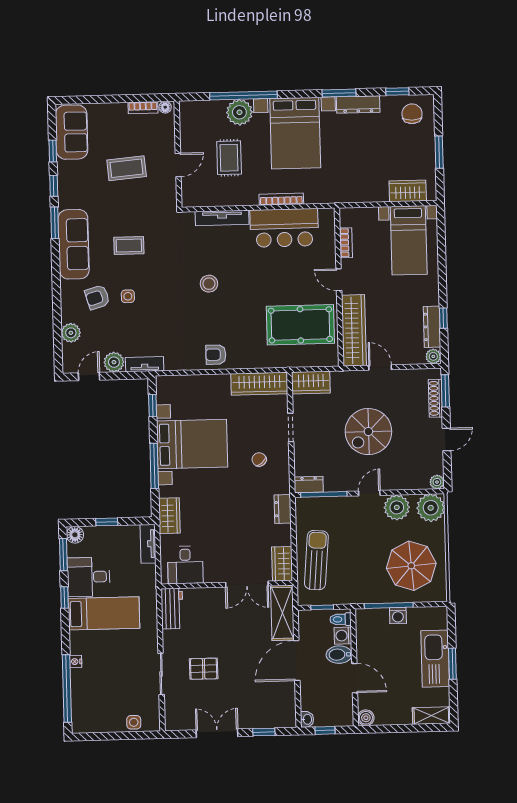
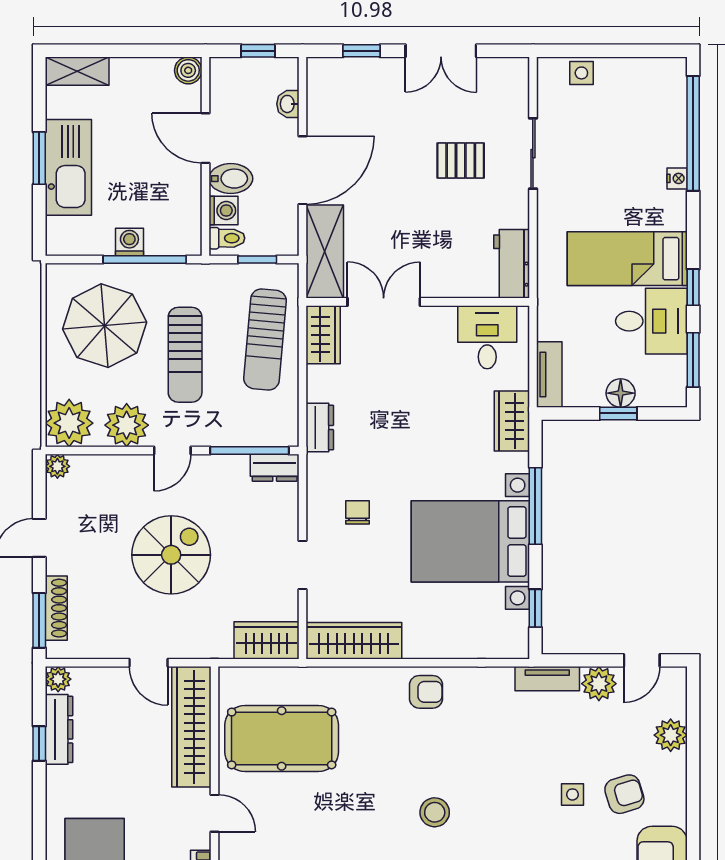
chair: (259, 459) -> (358, 512), turned -140
floor lamp: (75, 535) -> (621, 393), moved
sun lounger: (363, 550) -> (185, 355), added
washbasin: (307, 719) -> (288, 104), moved

